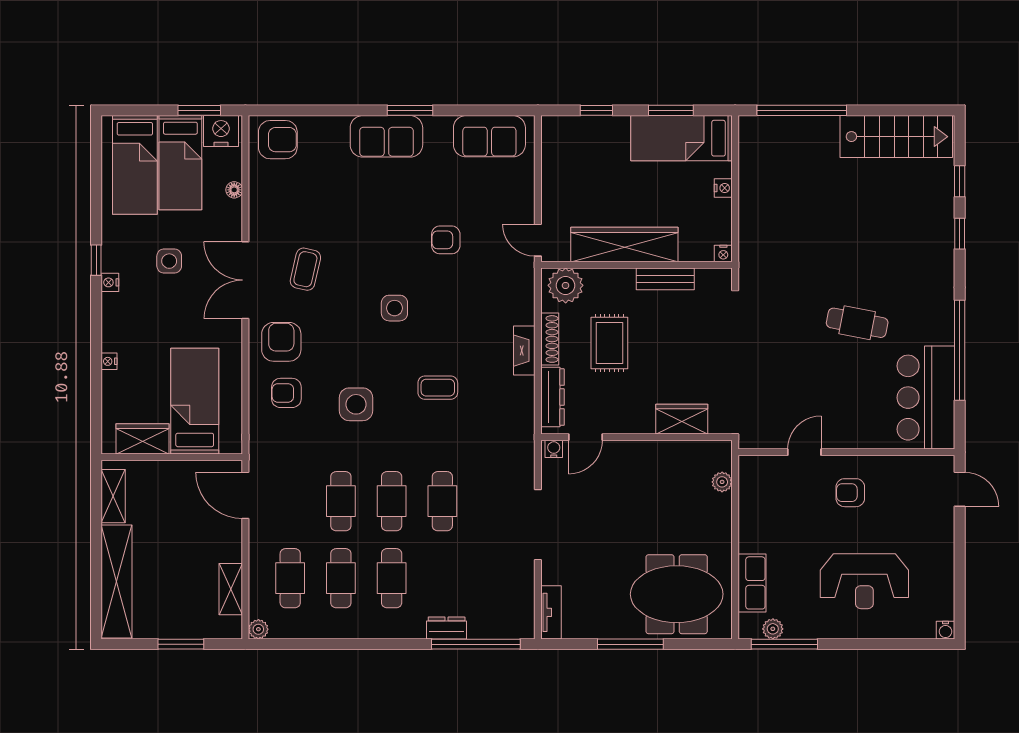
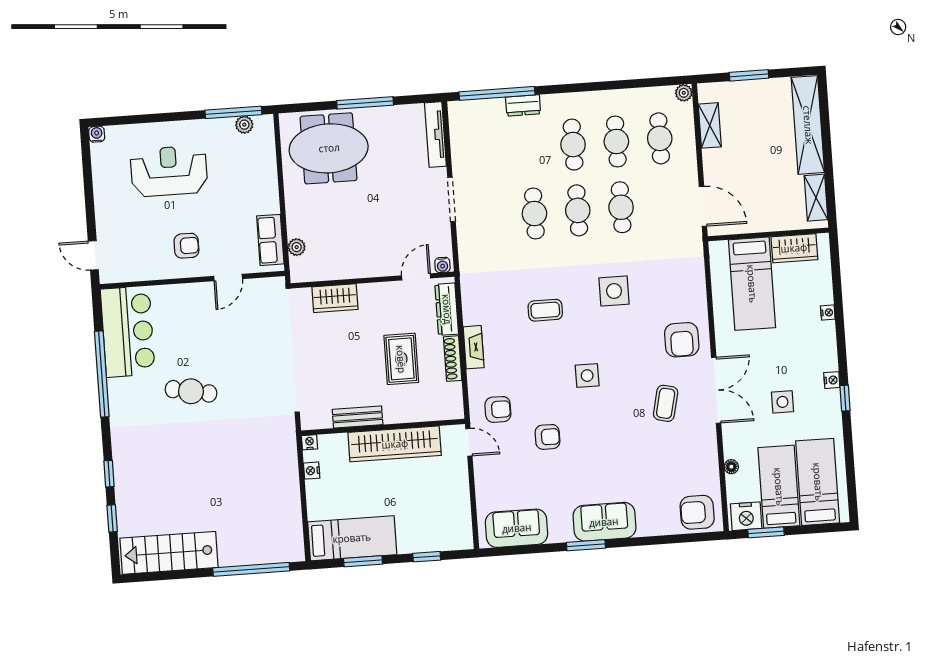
nightstand: (723, 188) -> (312, 471), moved
plant: (566, 285) -> (442, 405), removed
armchair: (286, 393) -> (498, 409), moved
doorway: (538, 525) -> (451, 199), width x0.73
row of seats: (752, 583) -> (270, 240), moved
tv unit: (551, 612) -> (435, 135), width x1.41

